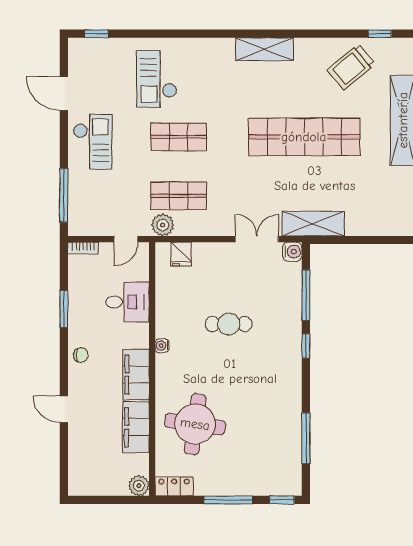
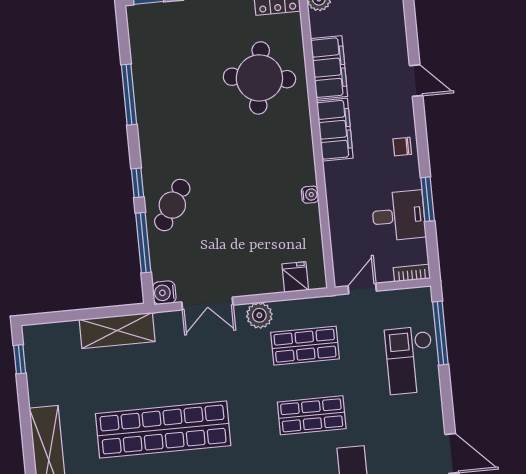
checkout: (93, 142) -> (410, 360), moved
shelving: (313, 224) -> (117, 331), moved
plant: (163, 225) -> (259, 315), moved
desk: (128, 302) -> (399, 216), moved, turned 180
cafe table: (229, 324) -> (172, 205), moved, turned -58
water cooler: (162, 346) -> (310, 195), moved
window: (306, 438) -> (129, 95), moved

